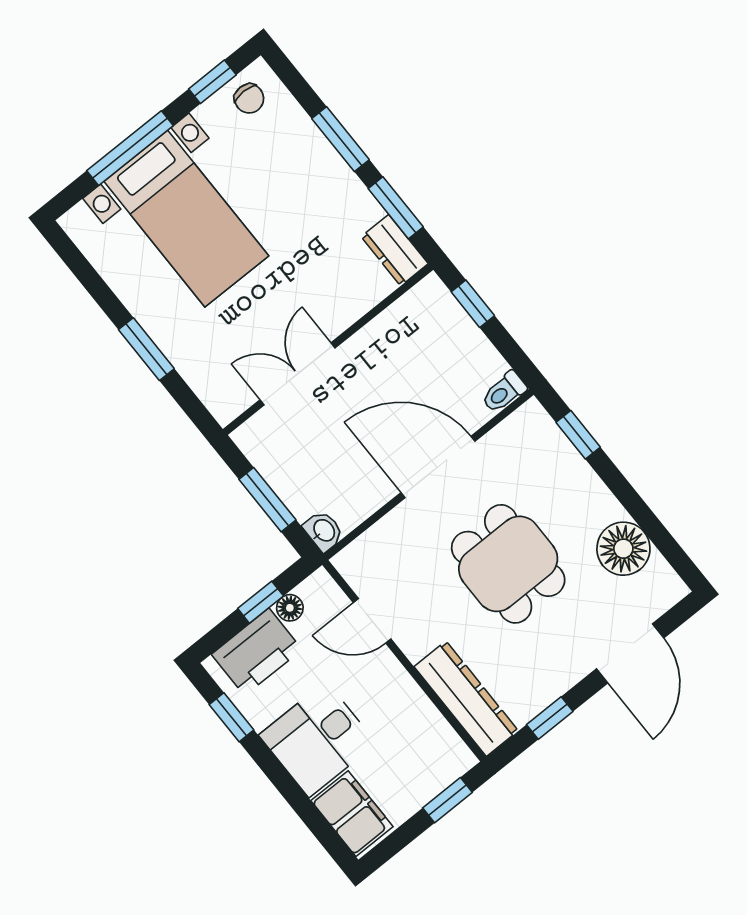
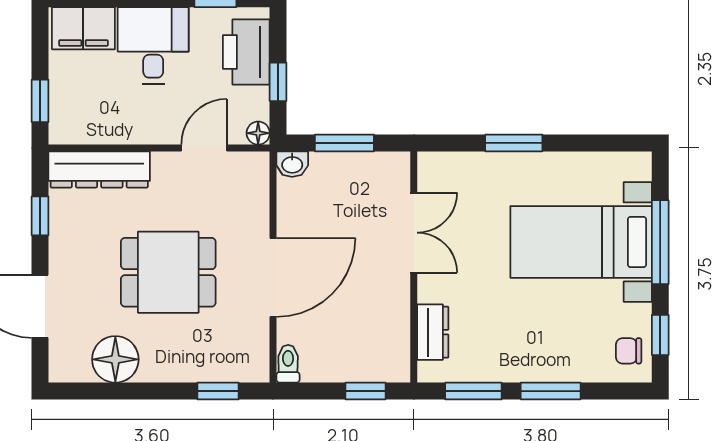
dresser: (395, 250) -> (433, 332), moved, turned 90
floor lamp: (290, 608) -> (258, 133), moved

